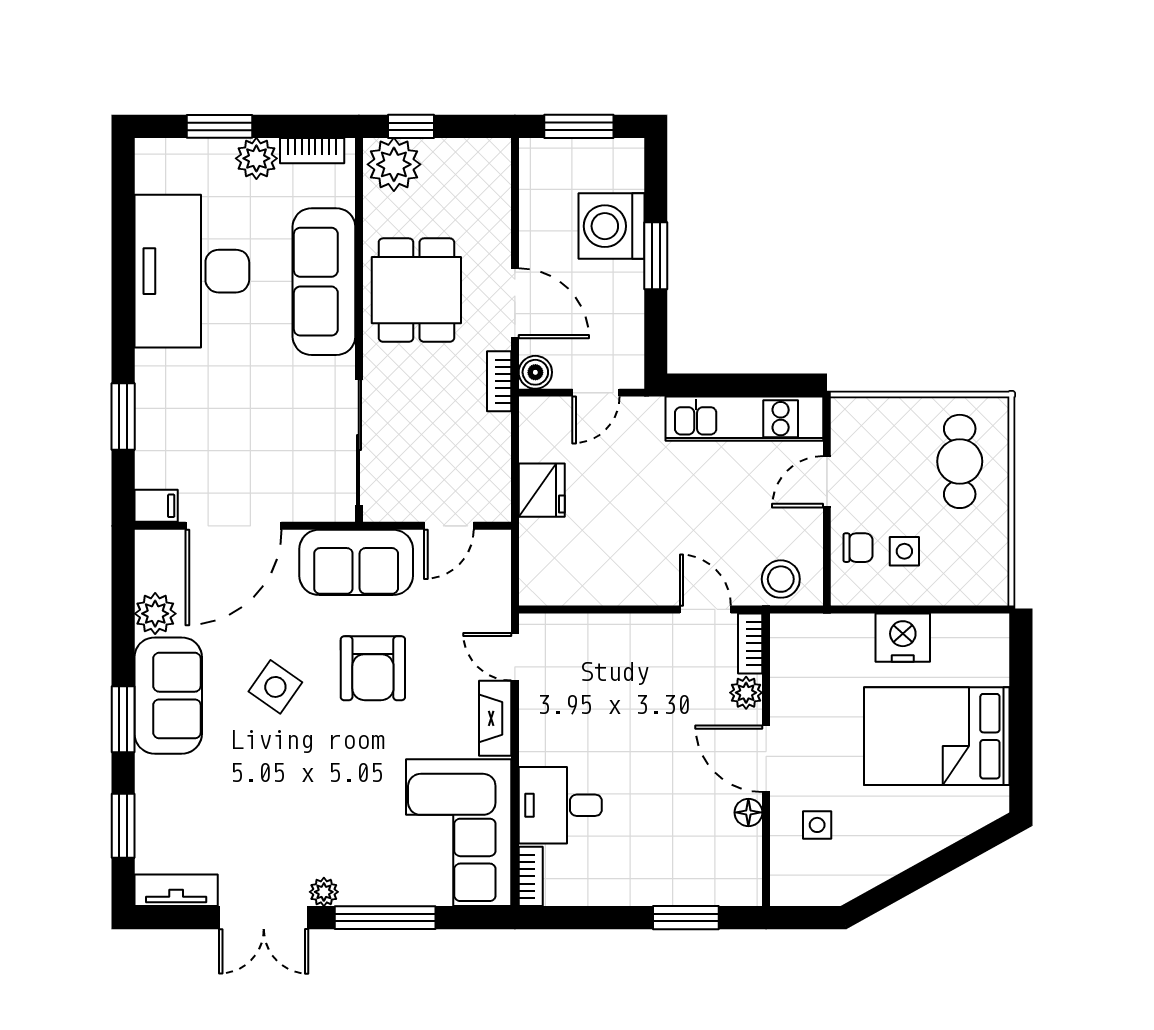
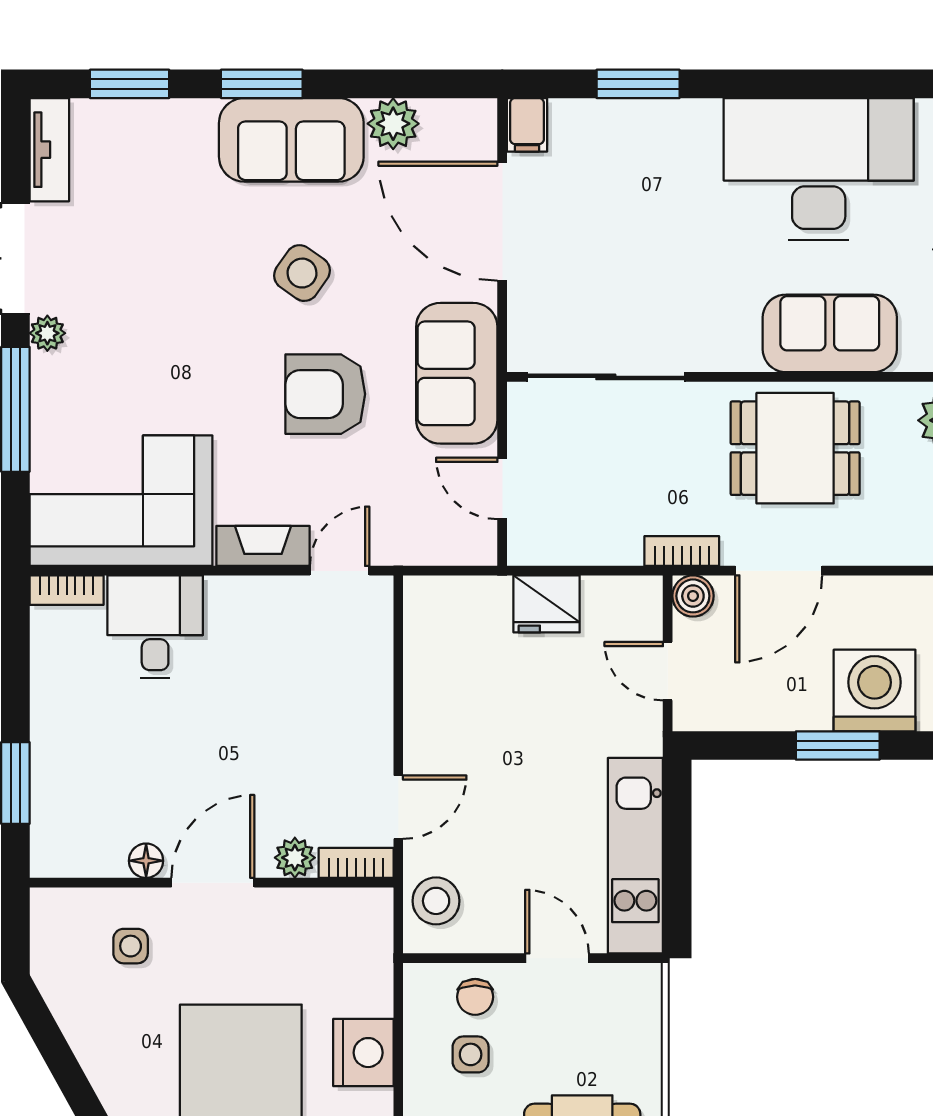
sofa: (324, 282) -> (830, 333), width x0.73

